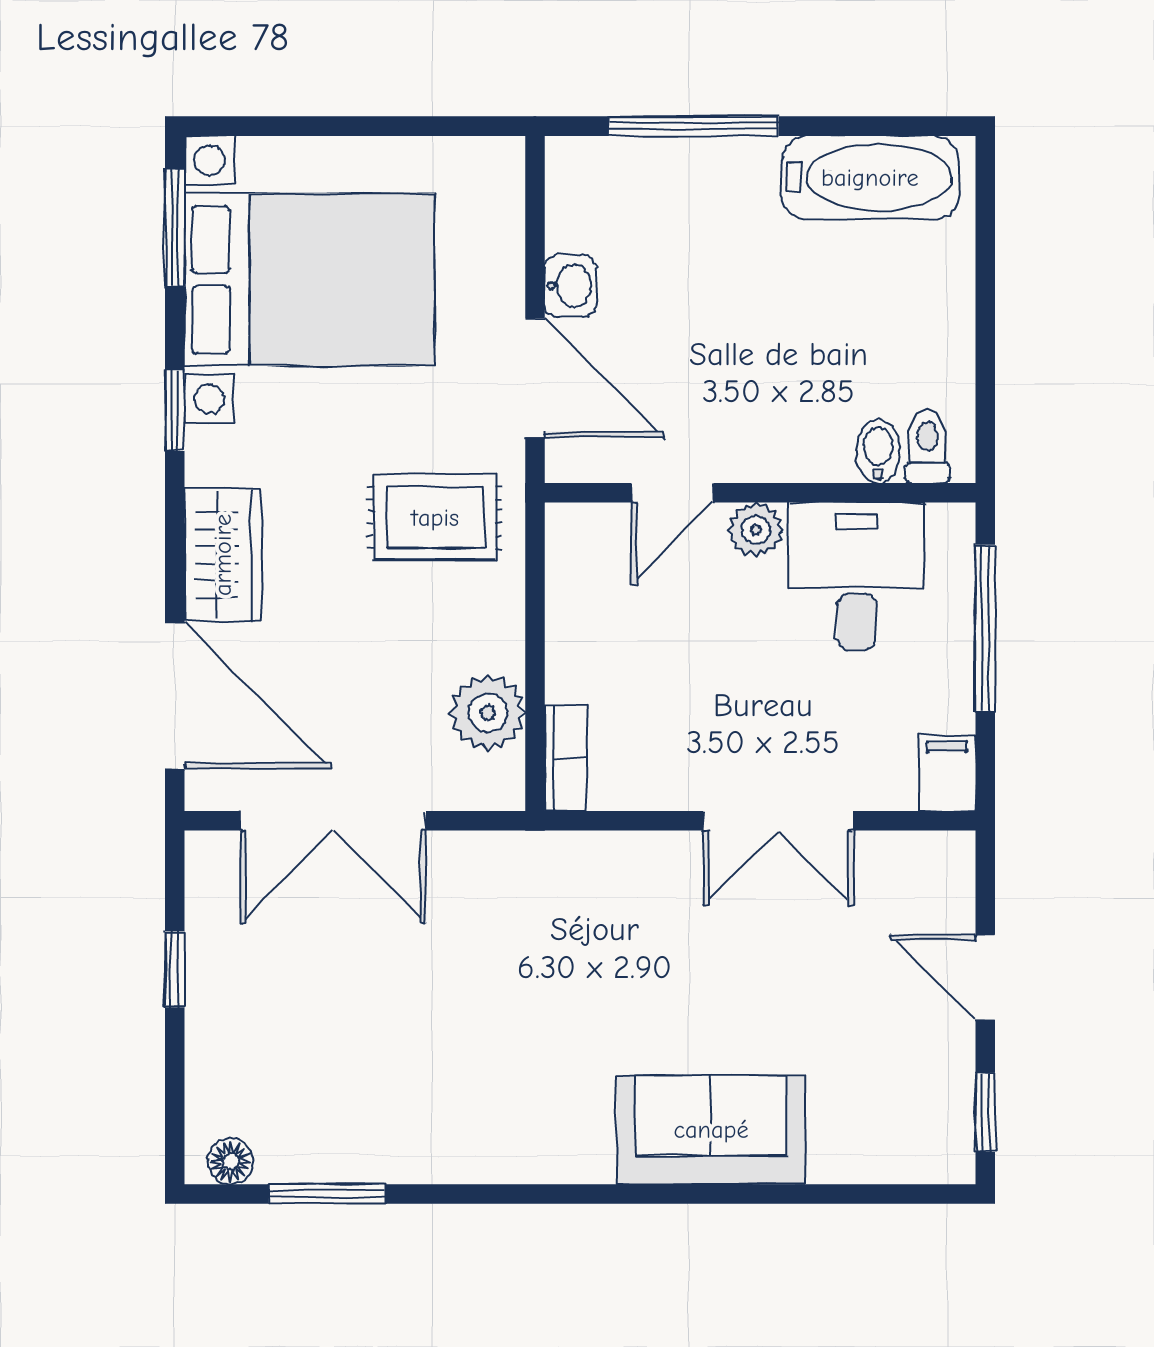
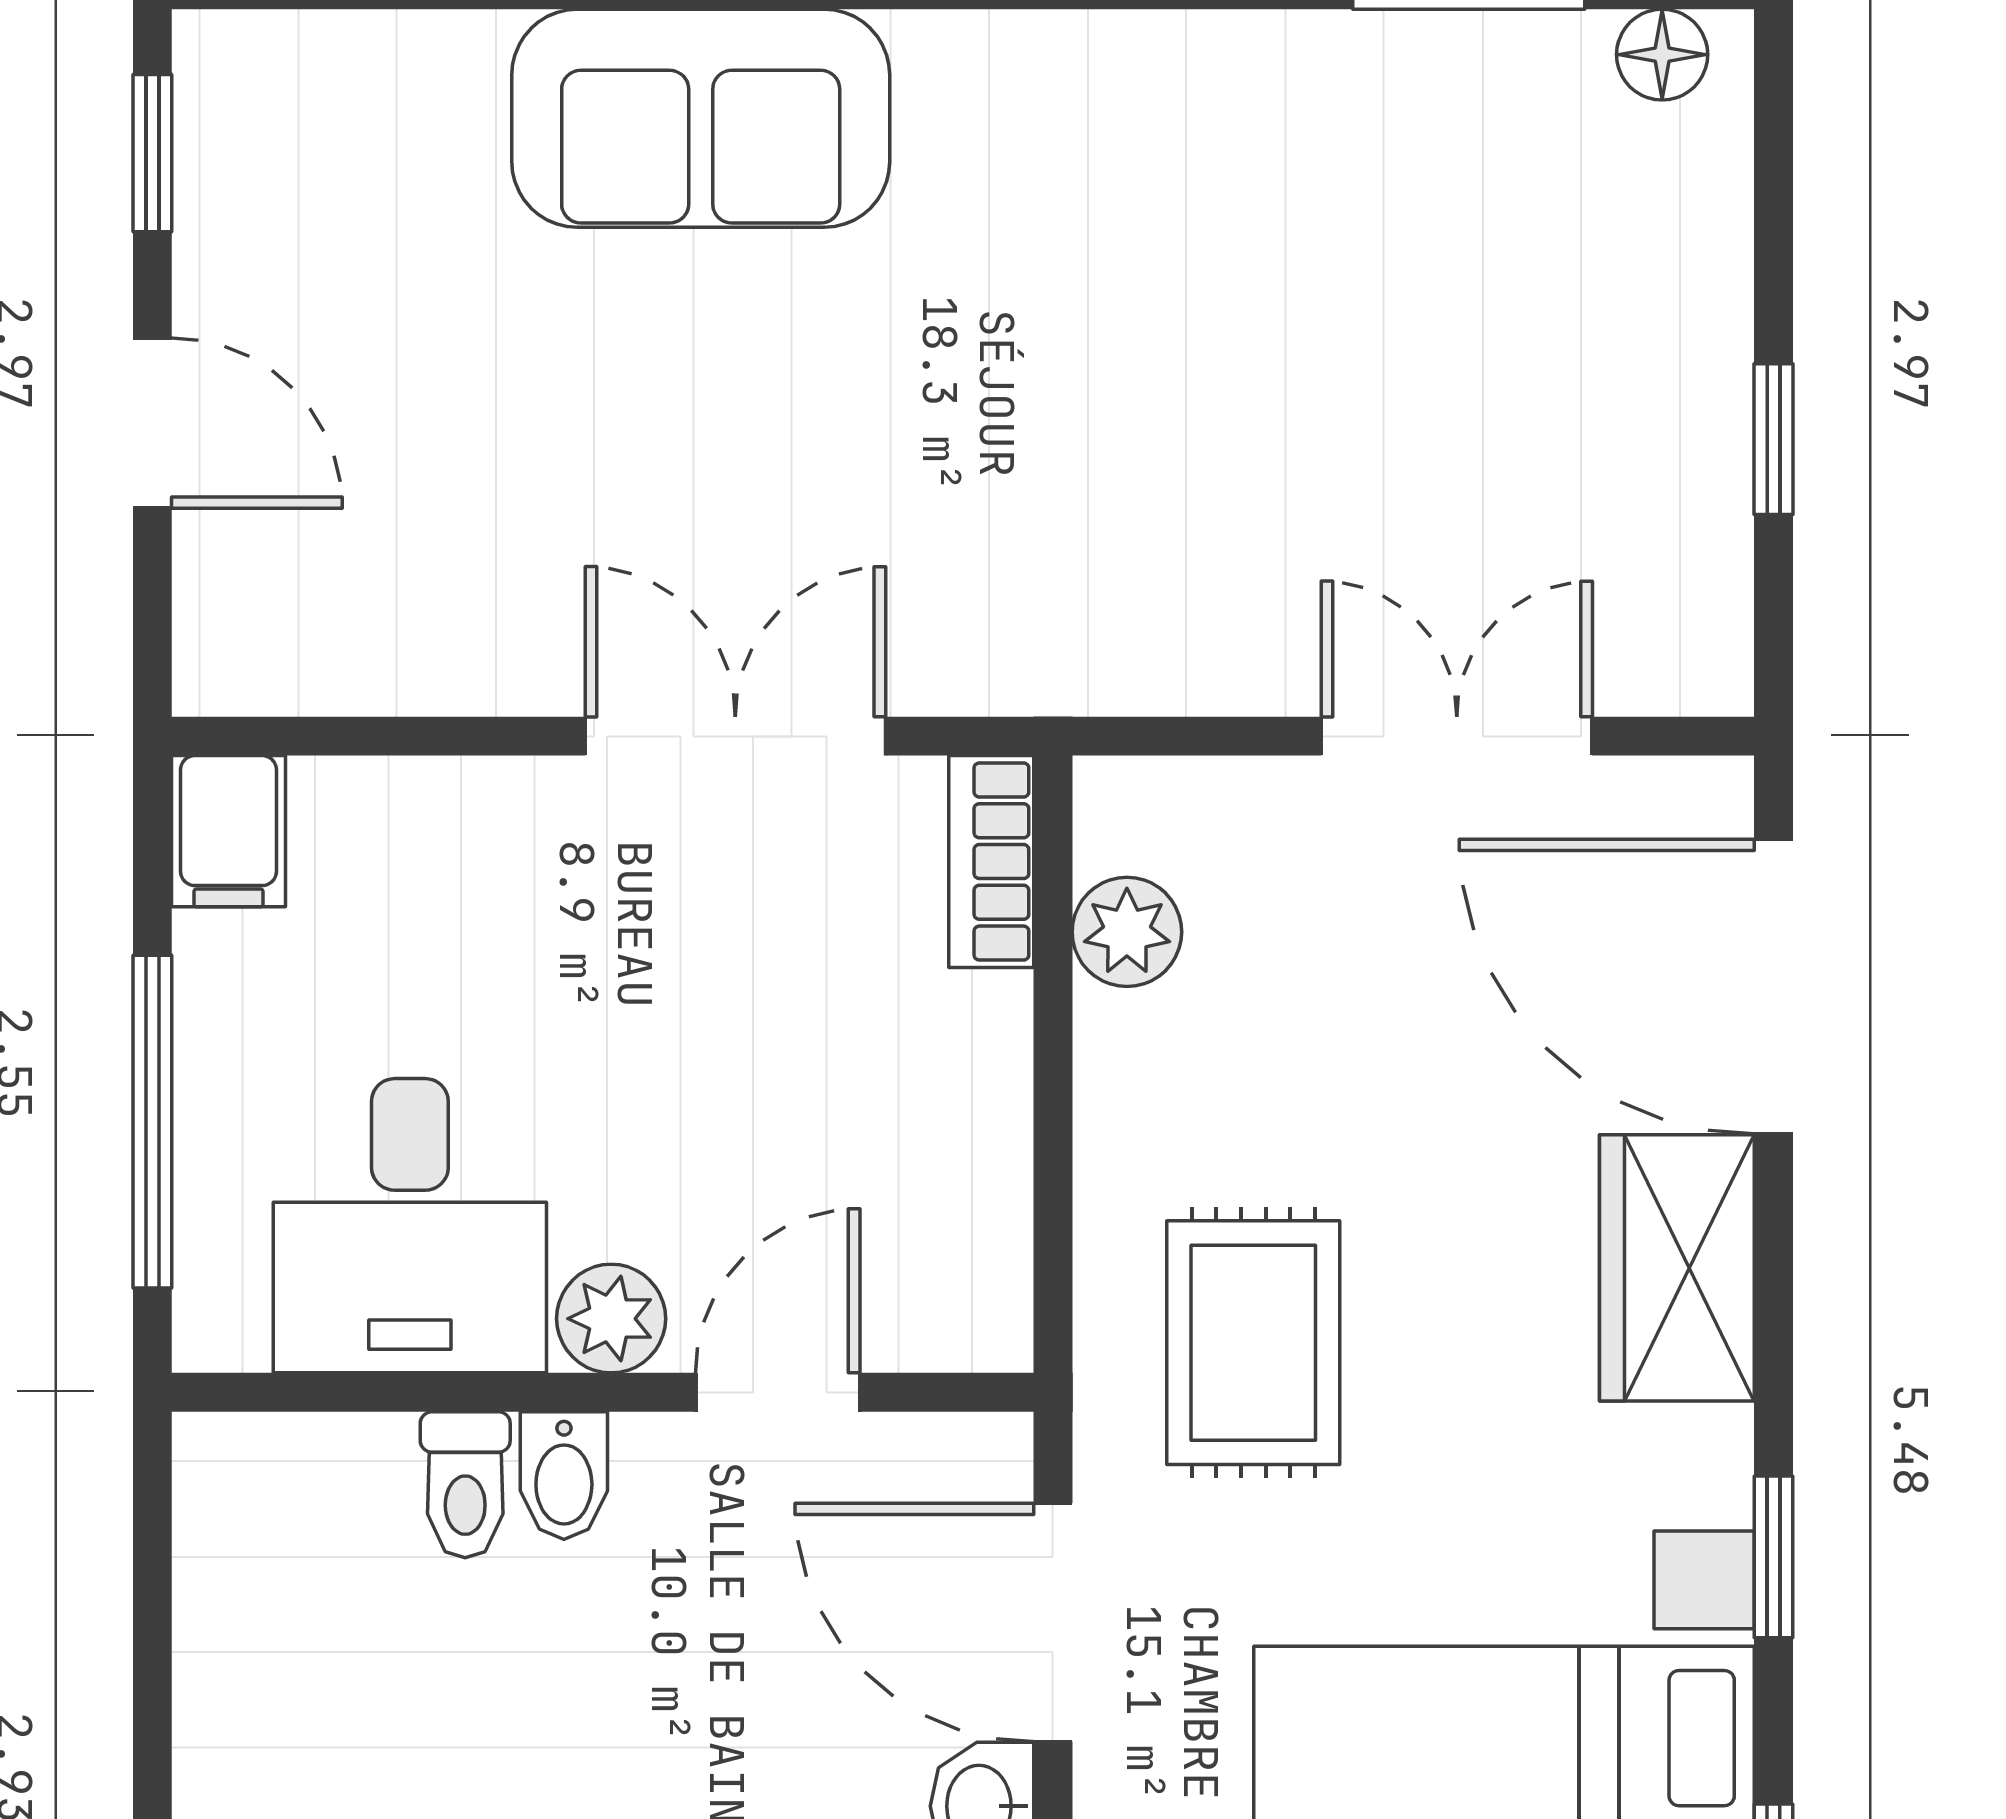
toilet: (927, 447) -> (465, 1485), moved
bidet: (878, 451) -> (564, 1476), moved
rug: (435, 518) -> (1253, 1343), turned 90
plant: (488, 713) -> (1127, 932), width x0.73, depth x0.73
double door: (333, 821) -> (1457, 736), width x0.73
double door: (778, 821) -> (735, 736), moved

